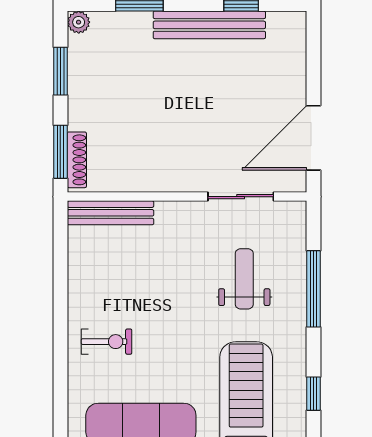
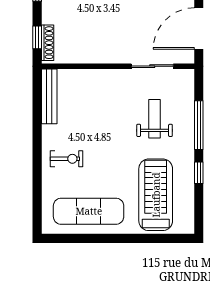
window: (60, 152) -> (37, 37), width x0.67
bench: (110, 213) -> (49, 96), moved, turned 90
window: (314, 394) -> (199, 173), moved

